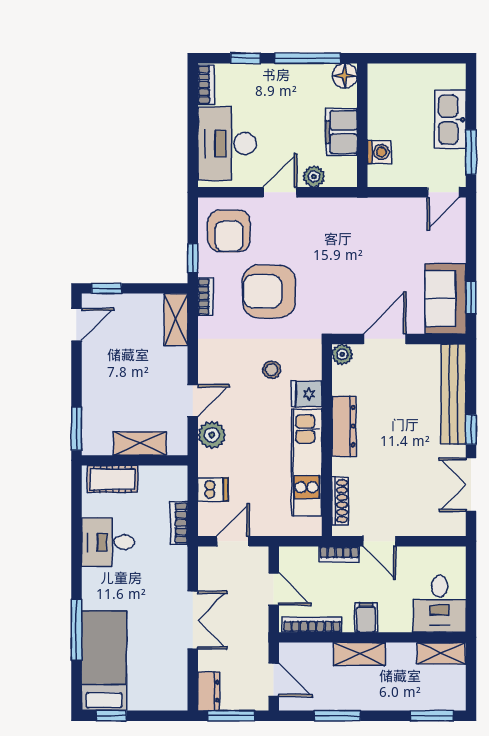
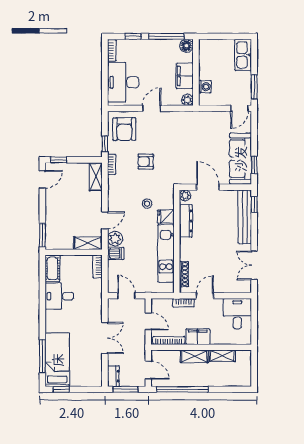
kitchen sink: (450, 120) -> (243, 55), moved
plant: (314, 177) -> (187, 100), moved
armchair: (269, 291) -> (146, 162), width x0.53, depth x0.53
sofa: (445, 299) -> (240, 159), width x1.36
door: (385, 339) -> (208, 187), hinge flipped
dresser: (344, 426) -> (186, 221), moved
window: (471, 430) -> (254, 205), moved
shelving: (140, 443) -> (88, 243), moved
cot: (112, 479) -> (52, 268), moved, turned 90
dishwasher: (213, 489) -> (116, 253), moved
bookcase: (179, 523) -> (98, 266), moved
door: (233, 541) -> (126, 296), hinge flipped
door: (379, 541) -> (205, 296), swing flipped
desk: (440, 604) -> (237, 314), moved, turned 180
filing cabinet: (366, 618) -> (198, 337), width x2.00
window: (76, 630) -> (42, 356), moved
shelving: (441, 653) -> (222, 356), moved
window: (337, 716) -> (182, 389), width x2.11
window: (432, 716) -> (233, 389), removed

